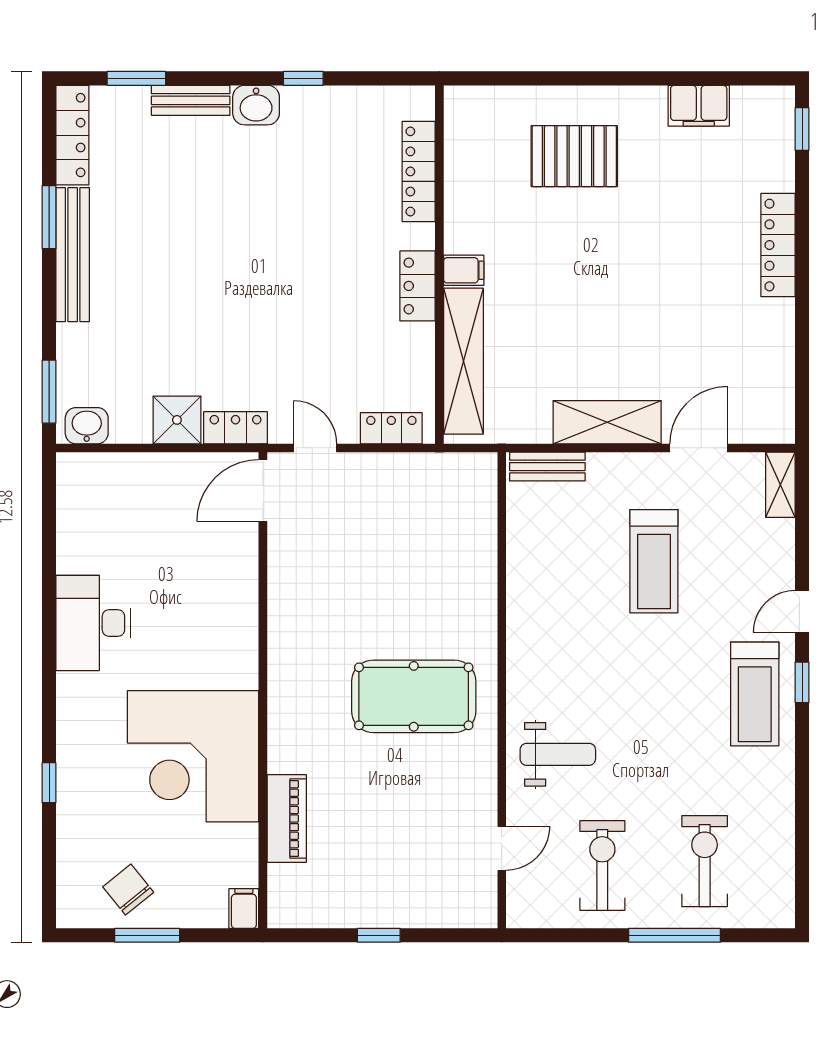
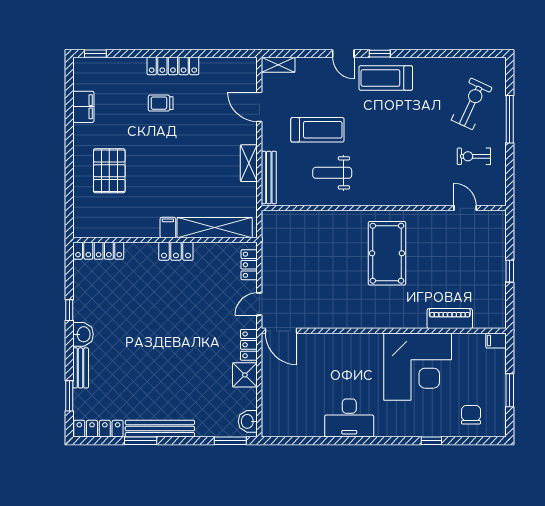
locker: (419, 171) -> (99, 251), moved
locker: (778, 245) -> (173, 66), moved
trolley: (706, 256) -> (161, 103), added
shelving: (607, 422) -> (249, 163), width x0.67, depth x0.75
bench: (547, 467) -> (269, 178), width x1.36
treadmill: (755, 694) -> (386, 78), turned 180
weight bench: (558, 754) -> (332, 173), moved, turned -90
exercise bike: (705, 861) -> (472, 104), turned 115
exercise bike: (602, 865) -> (474, 156), width x0.73, depth x0.72
chair: (128, 890) -> (471, 415), moved, turned 129

